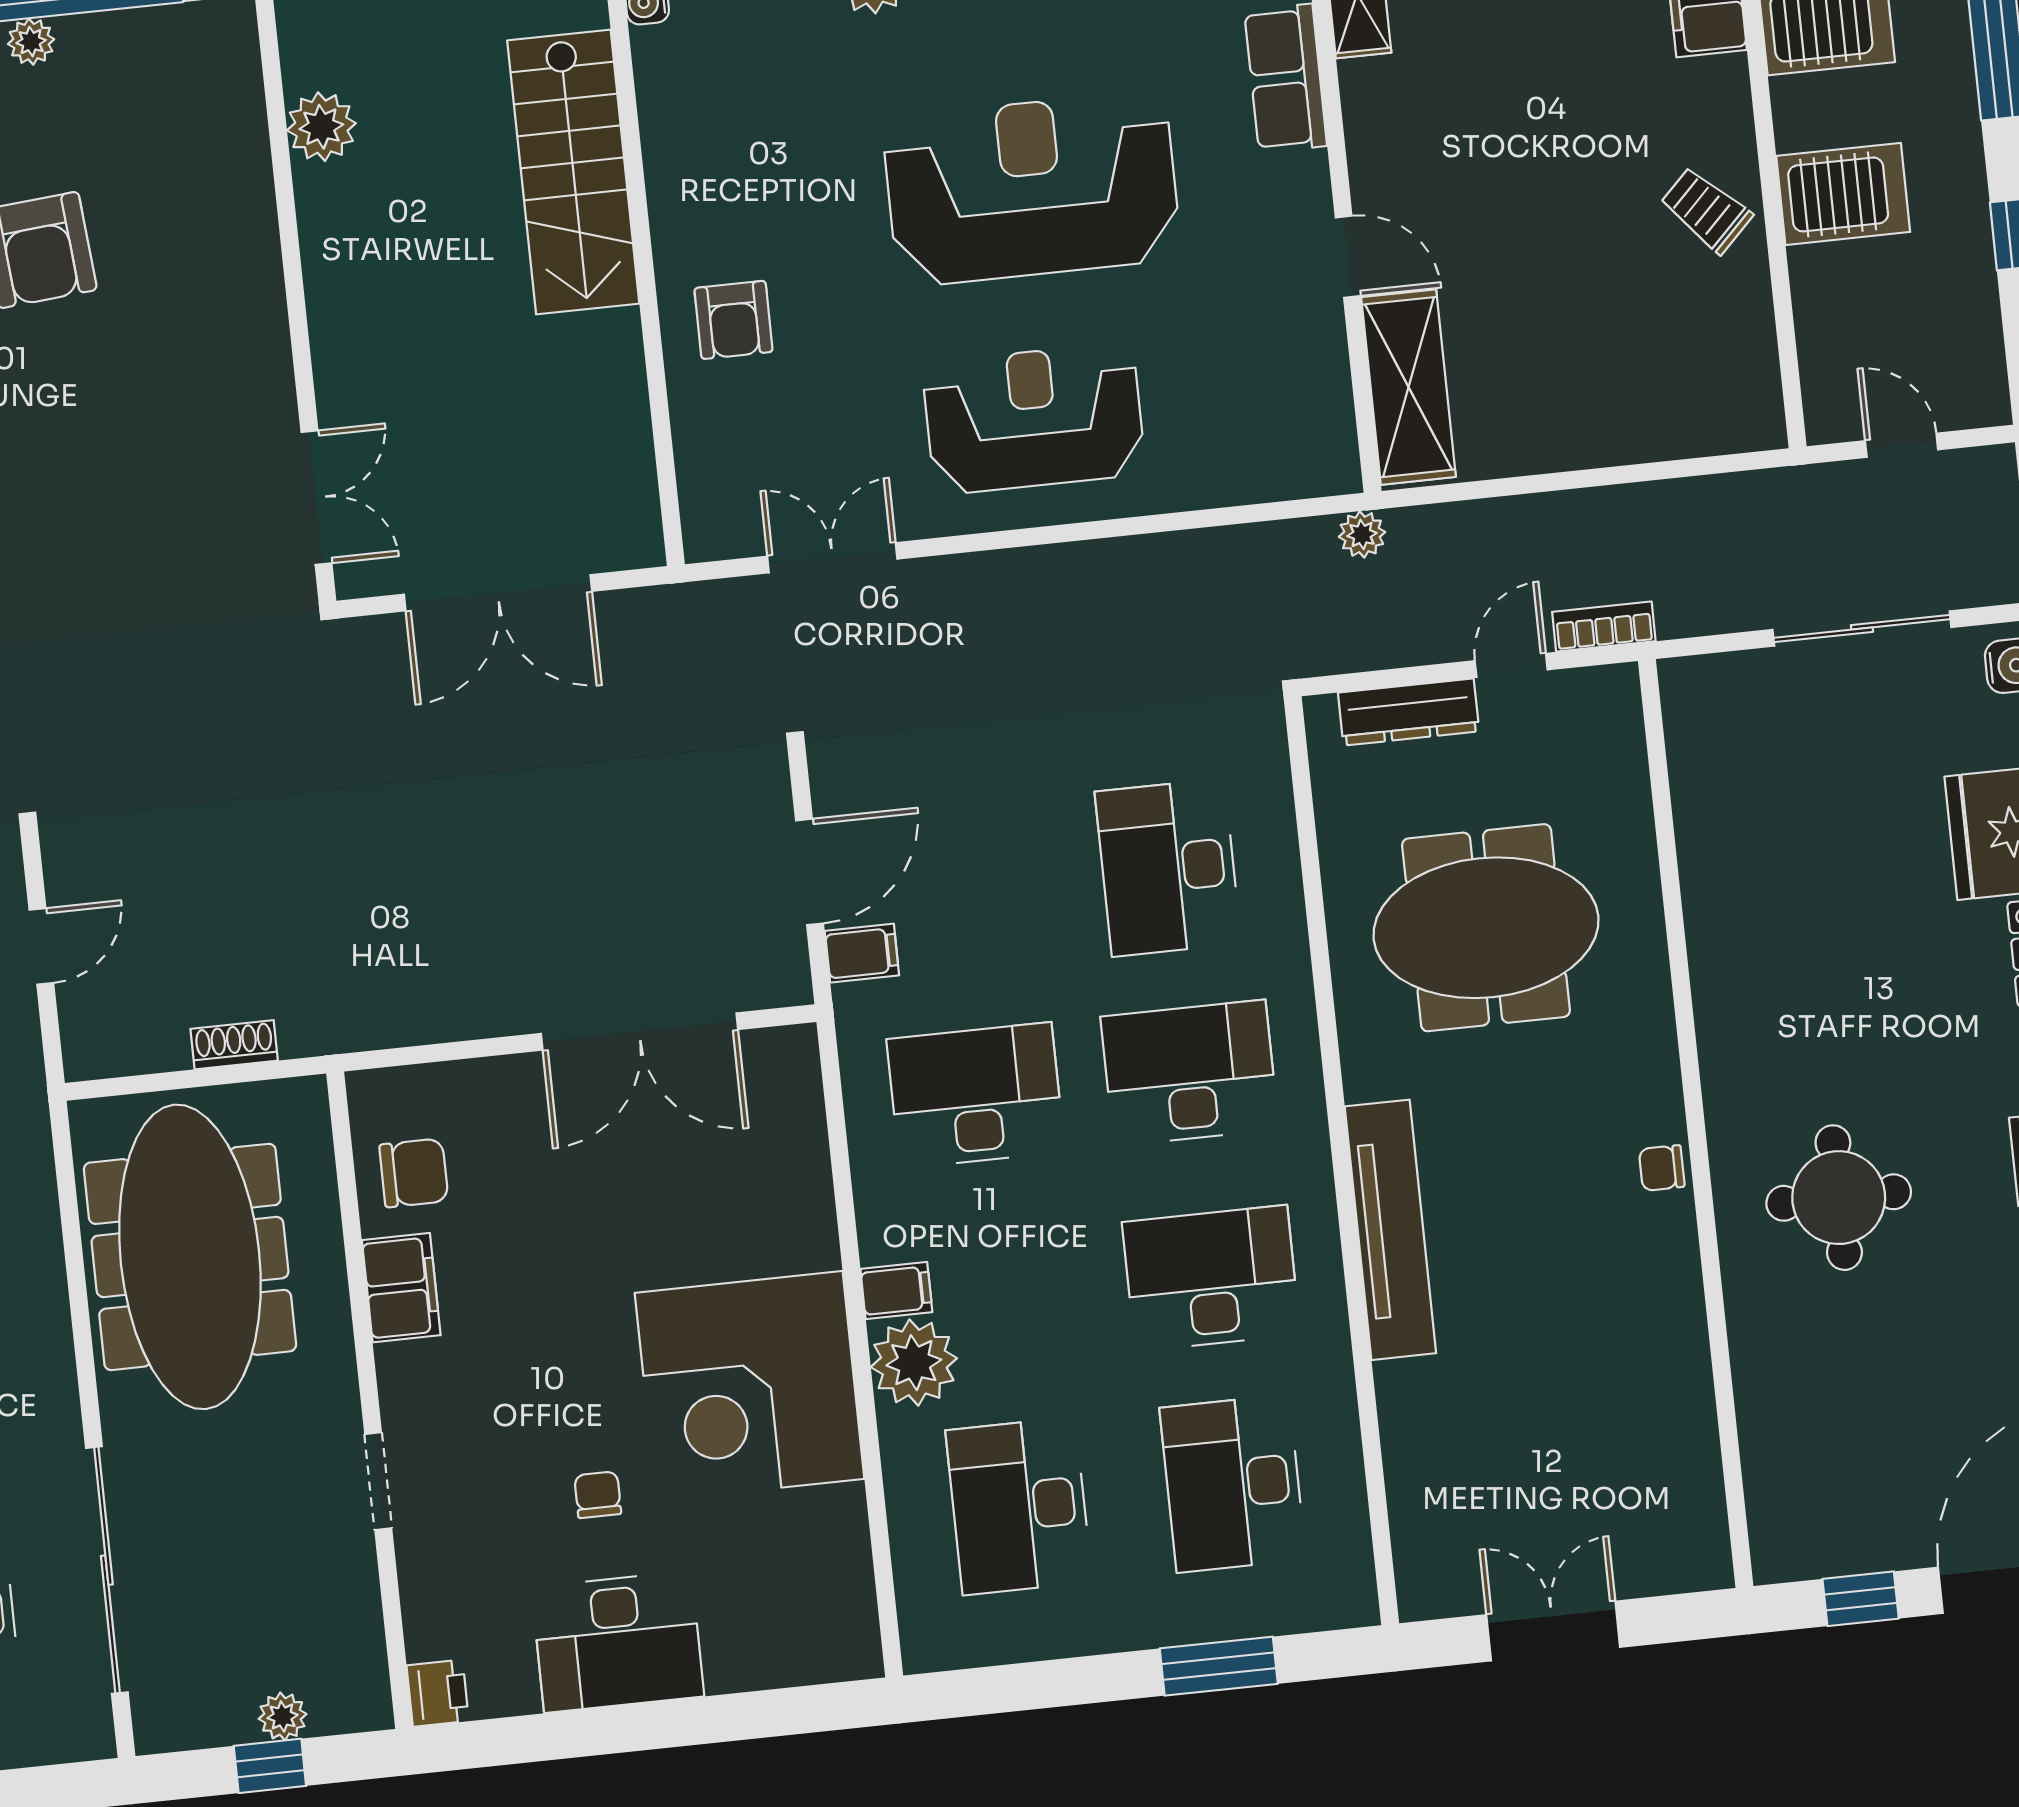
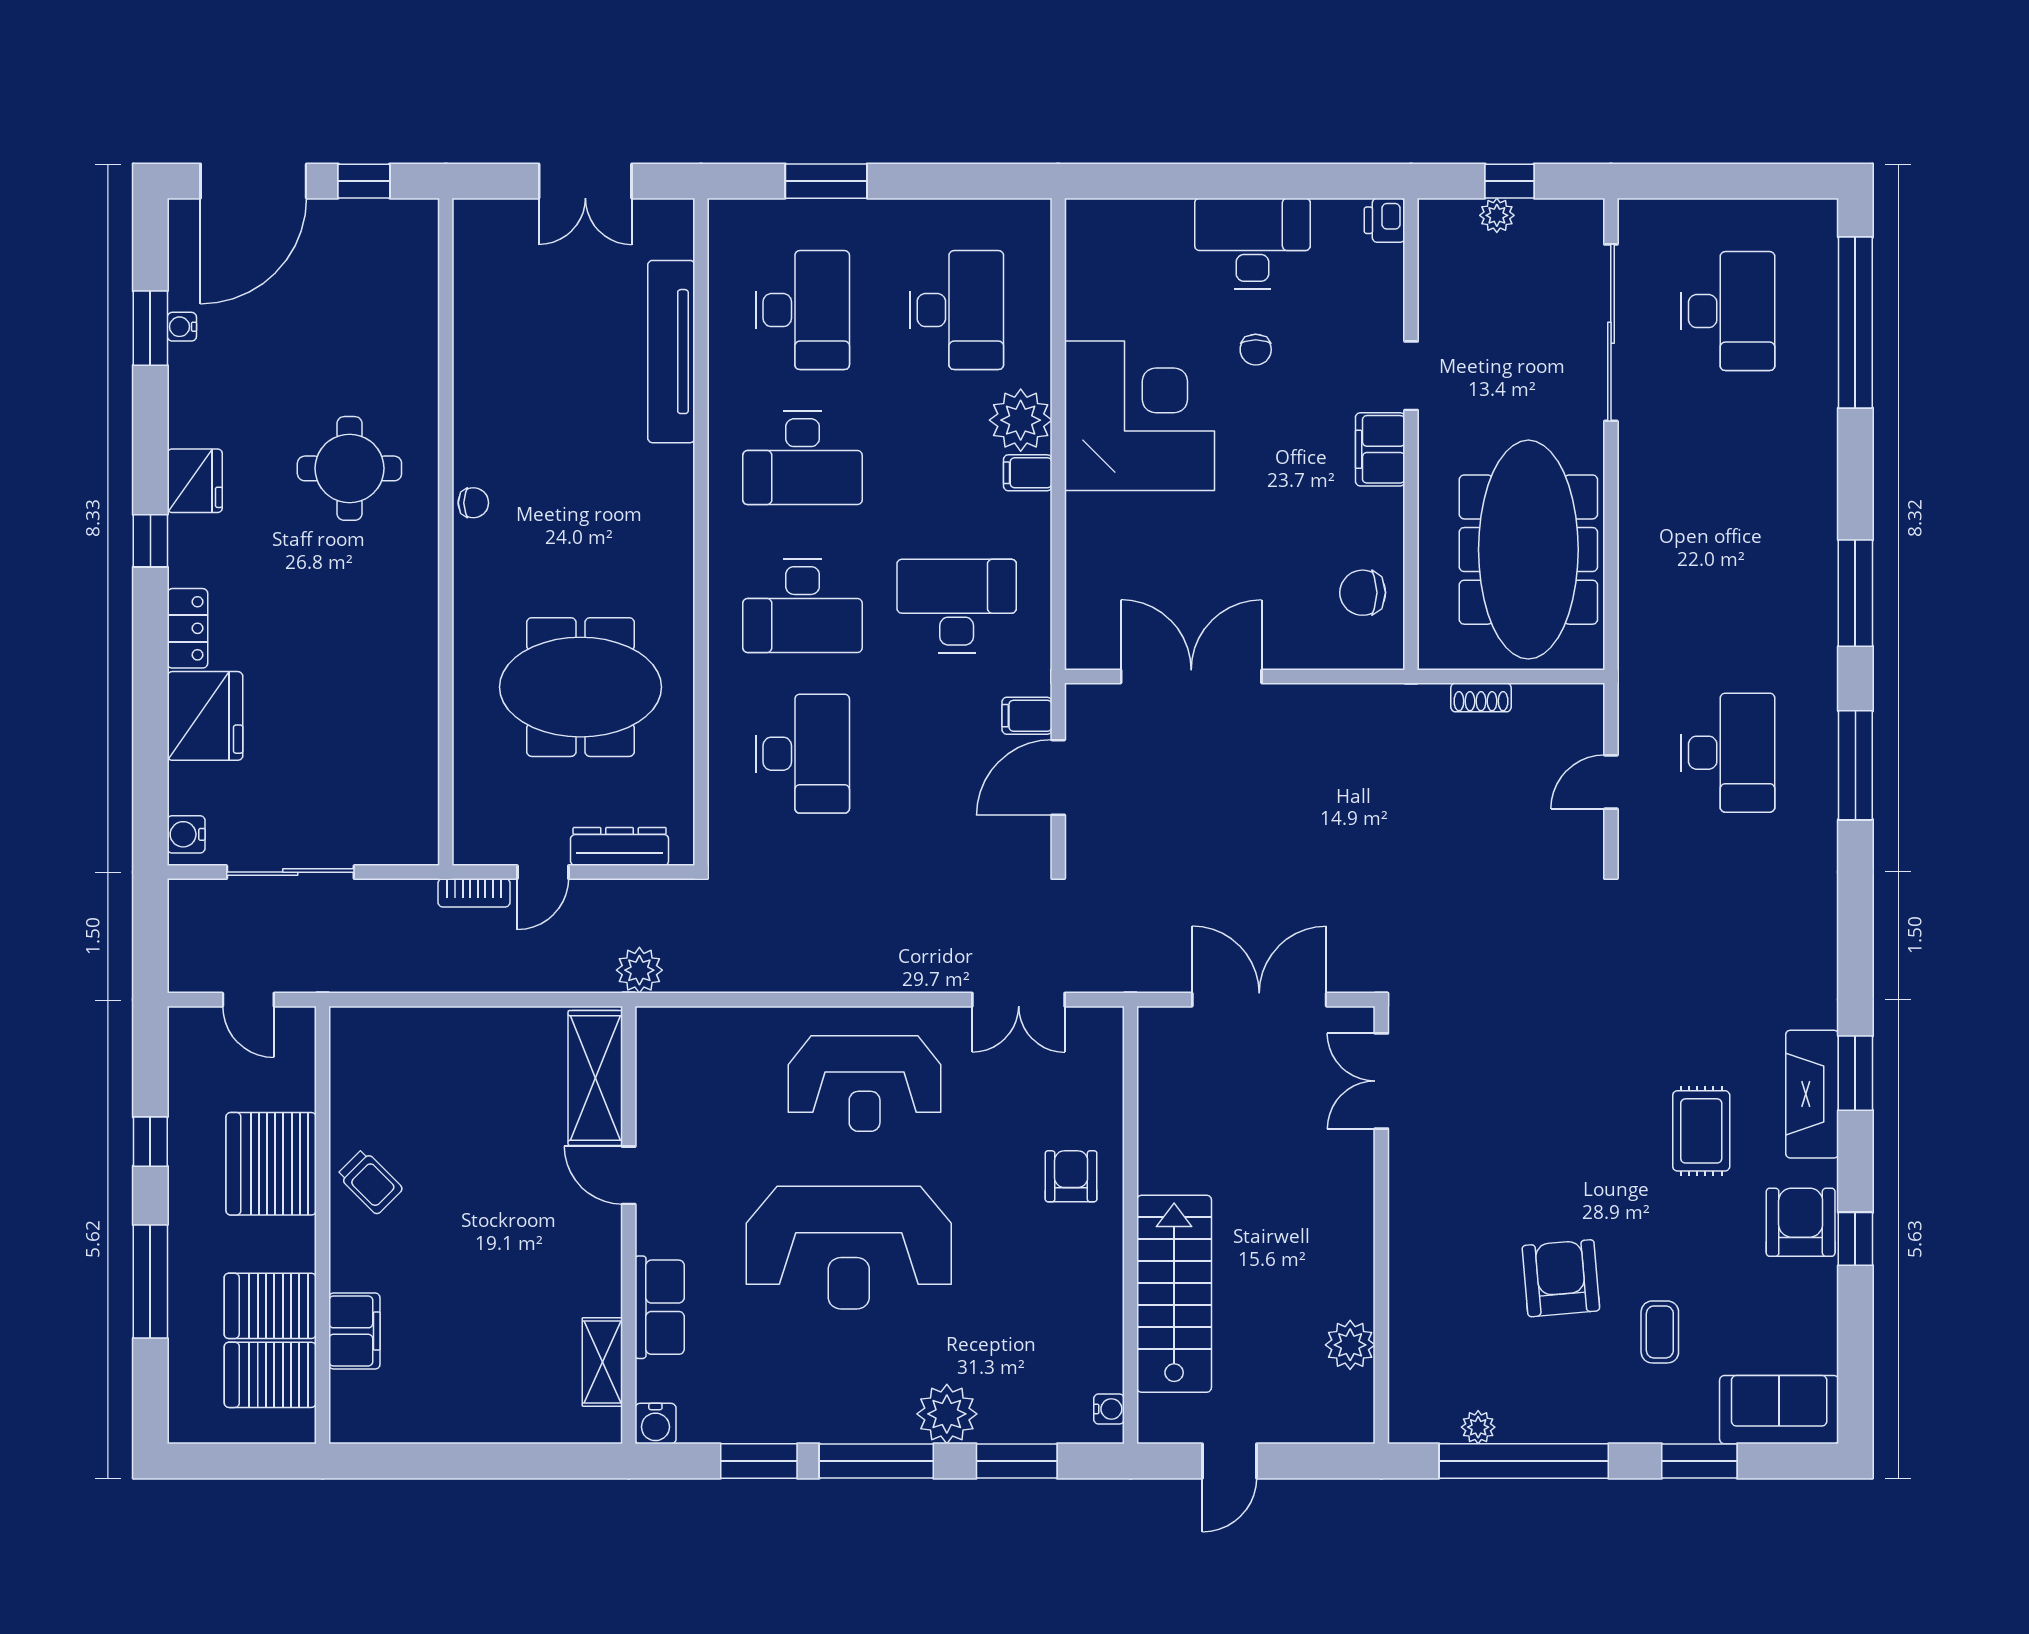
plant: (31, 42) -> (1478, 1427), moved
server rack: (1843, 194) -> (271, 1164), width x1.60
plant: (1362, 534) -> (639, 970), width x1.38, depth x1.38
desk: (976, 1095) -> (957, 606), turned 180
tv unit: (1390, 1230) -> (671, 352), moved
filing cabinet: (401, 1288) -> (1380, 449), moved

